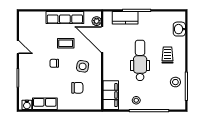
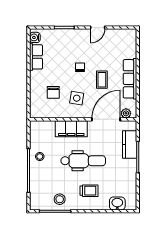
filing cabinet: (111, 95) -> (71, 129), moved

